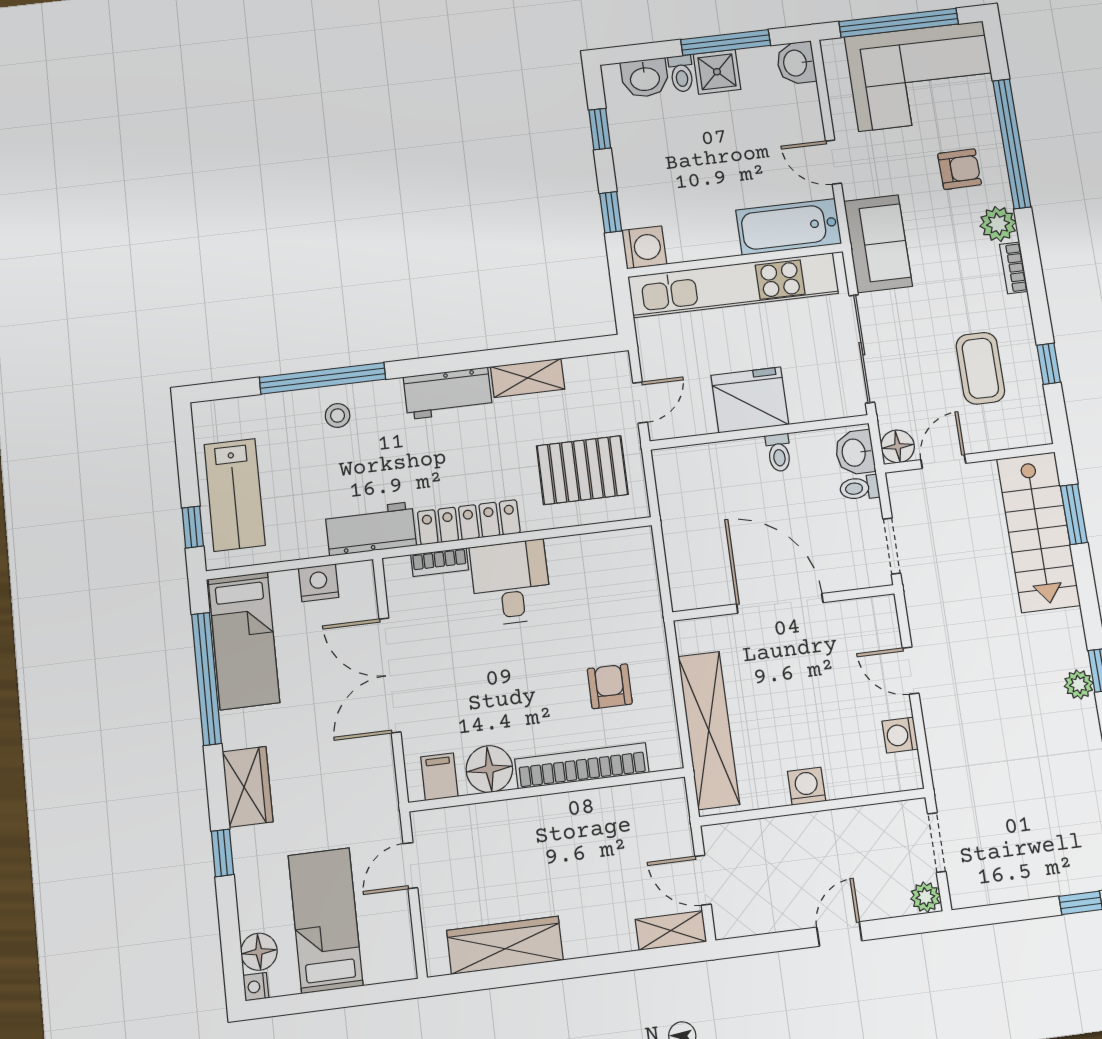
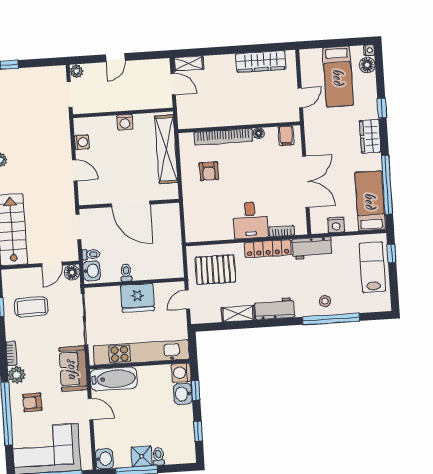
washbasin: (645, 78) -> (183, 394), moved, turned -90
coffee table: (980, 368) -> (31, 307), turned 90
floor lamp: (489, 769) -> (259, 133), width x0.53, depth x0.53

